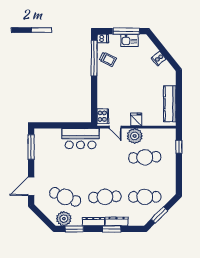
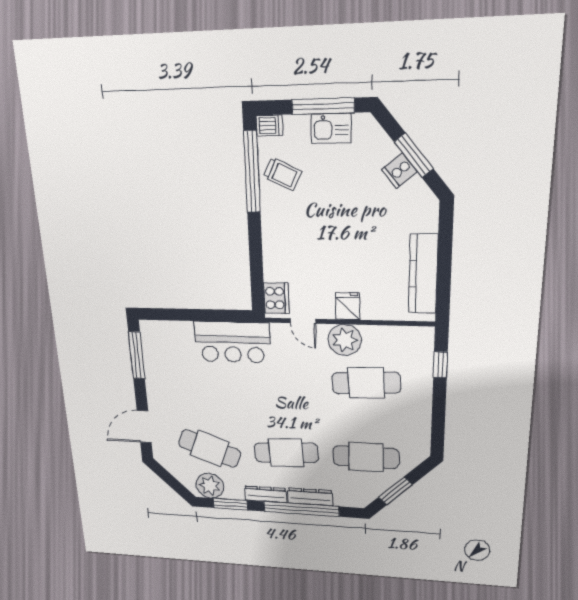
window: (164, 52) -> (414, 155), added
window: (112, 229) -> (301, 509), width x2.11

